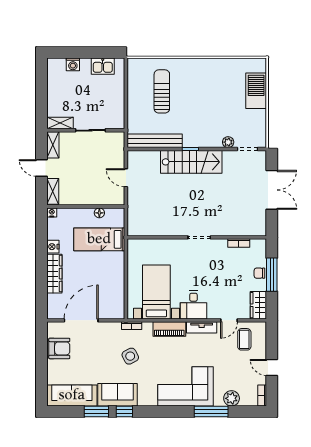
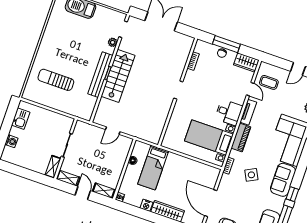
bench: (155, 141) -> (100, 75), moved
door: (42, 168) -> (83, 193), swing flipped
sofa: (117, 395) -> (283, 180), moved

